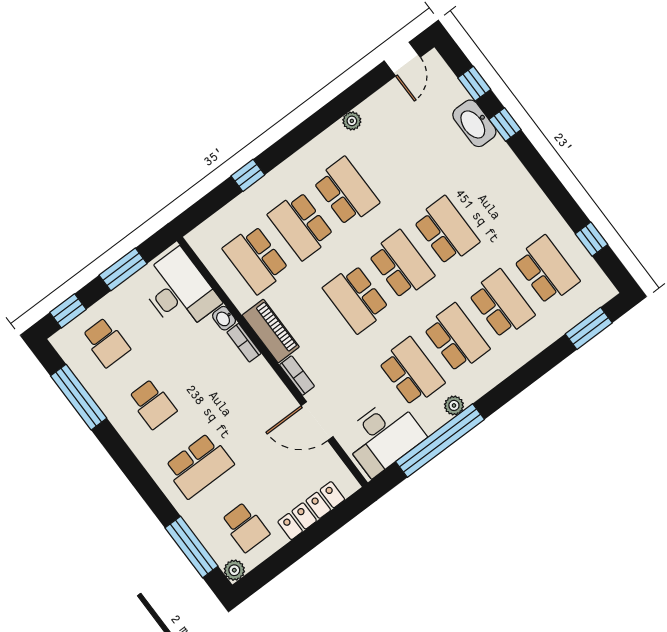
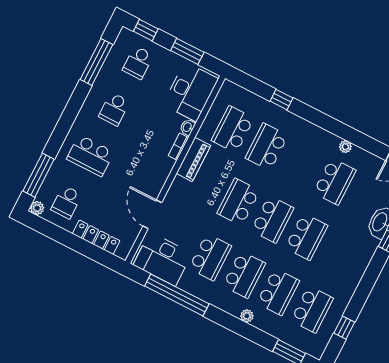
school desk: (346, 192) -> (335, 181), moved
bookcase: (297, 376) -> (174, 189), removed
plant: (454, 405) -> (247, 316), moved

